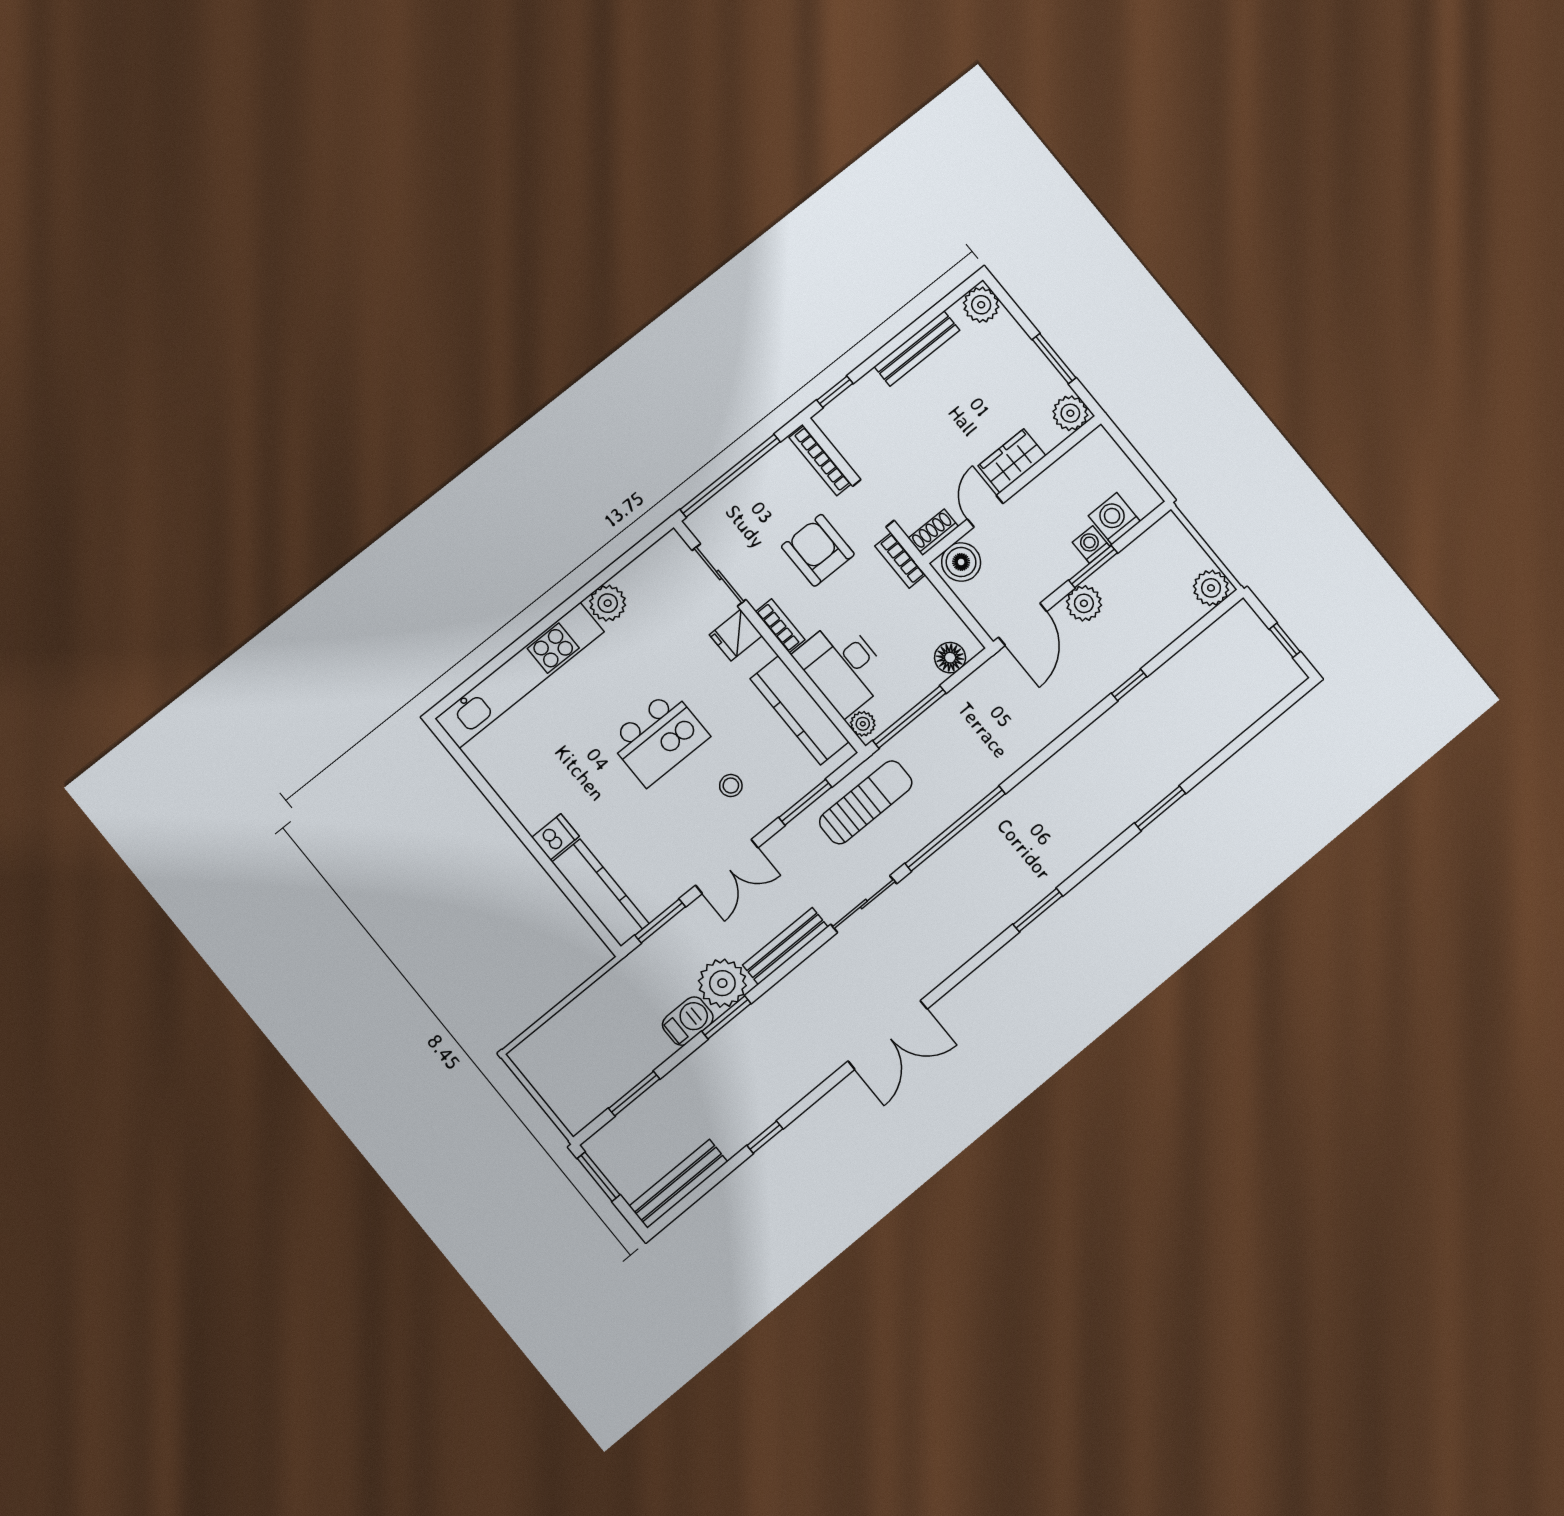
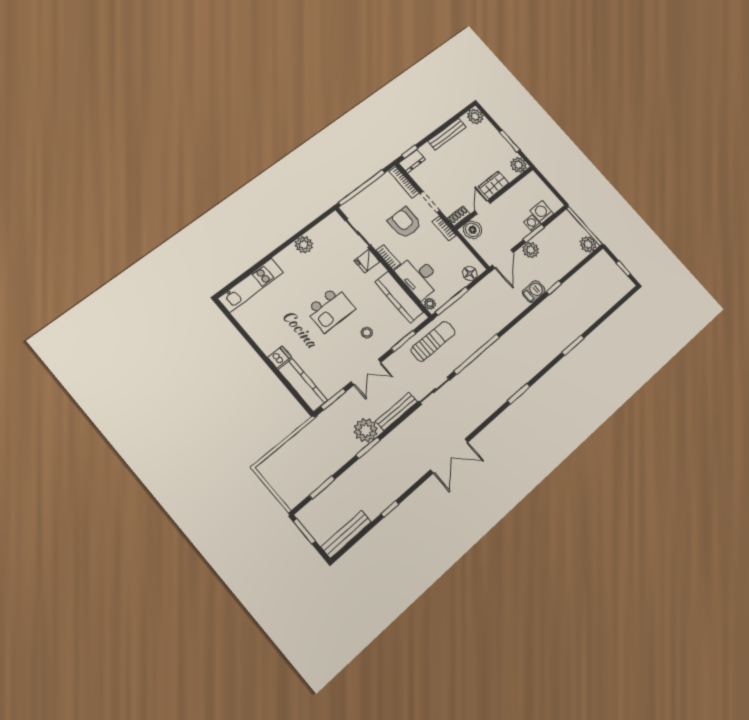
dresser: (839, 413) -> (412, 161), added
kitchen unit: (520, 675) -> (251, 285), width x0.73
barbecue: (688, 1021) -> (534, 292), moved

